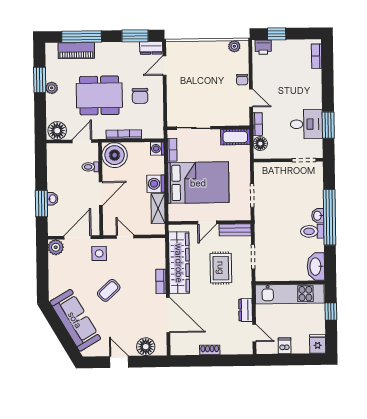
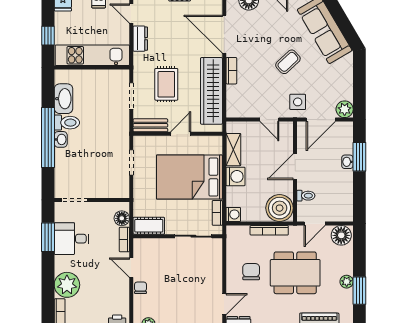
plant: (310, 81) -> (67, 285), added
washbasin: (316, 267) -> (64, 99), moved

